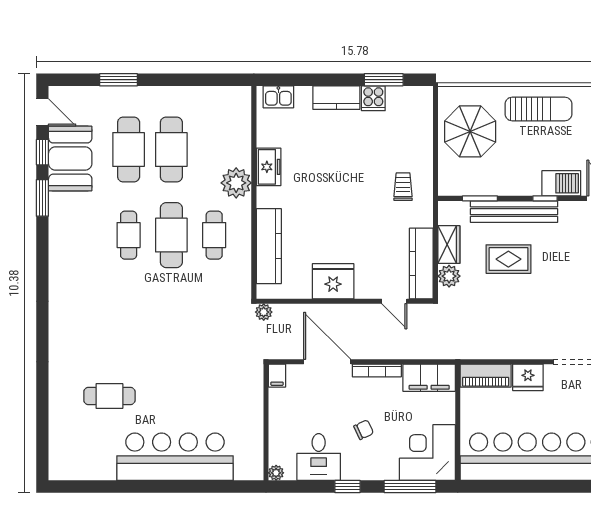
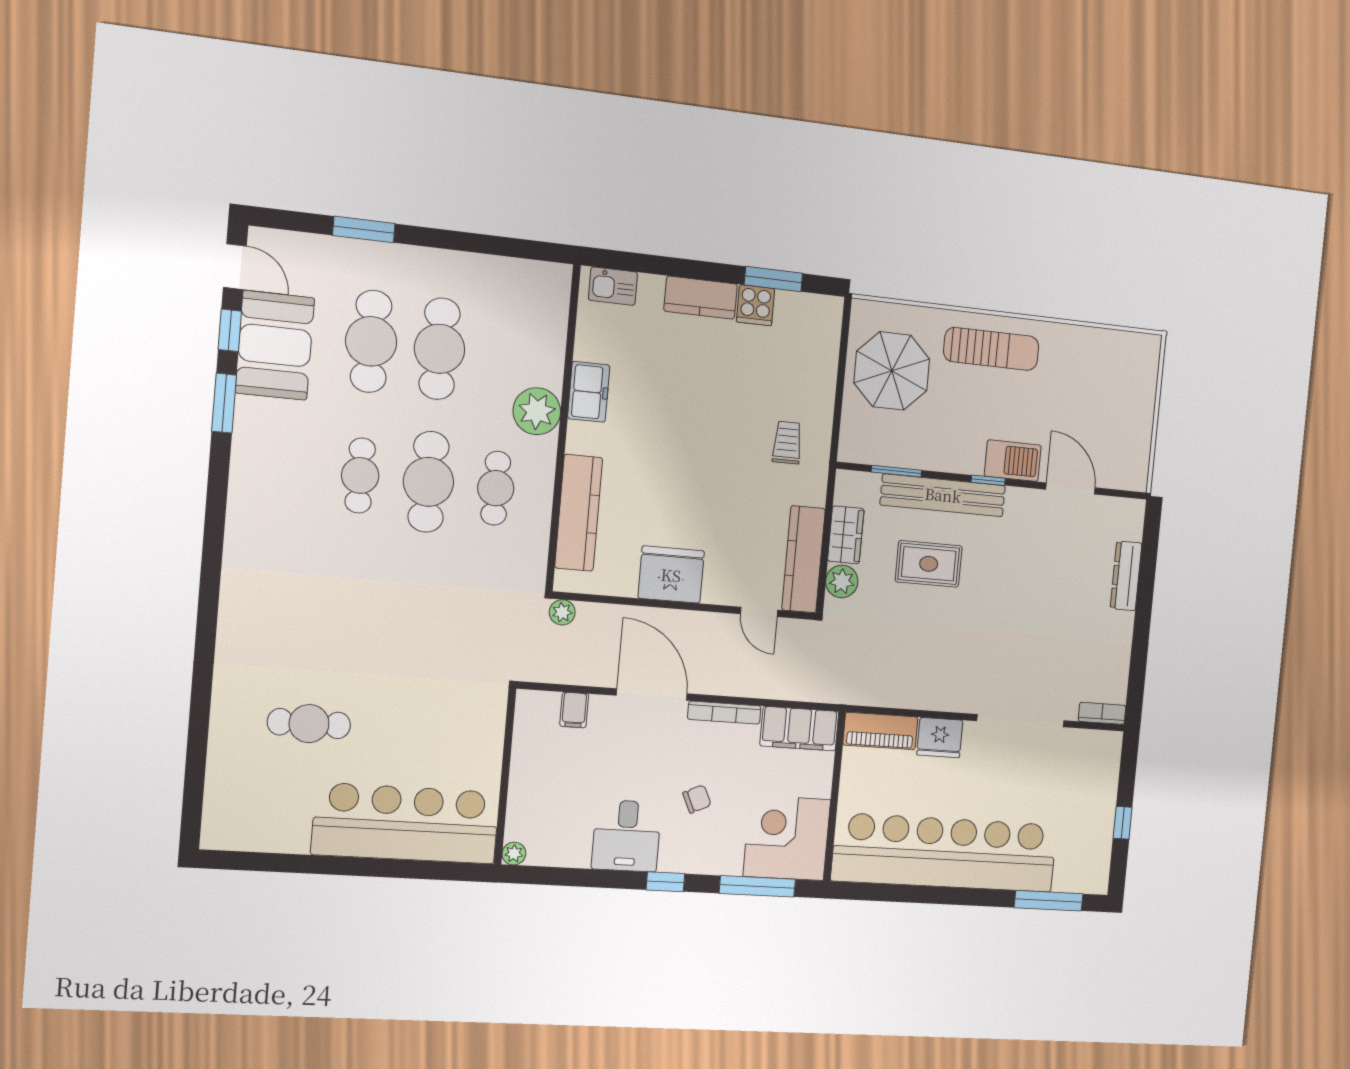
wall: (266, 422) -> (505, 776), moved
plant: (276, 473) -> (514, 854), moved

